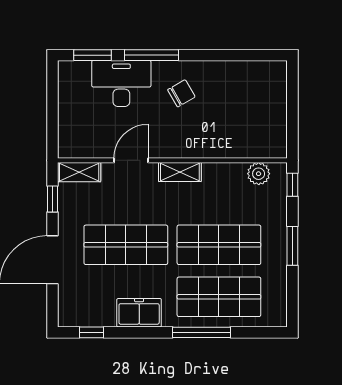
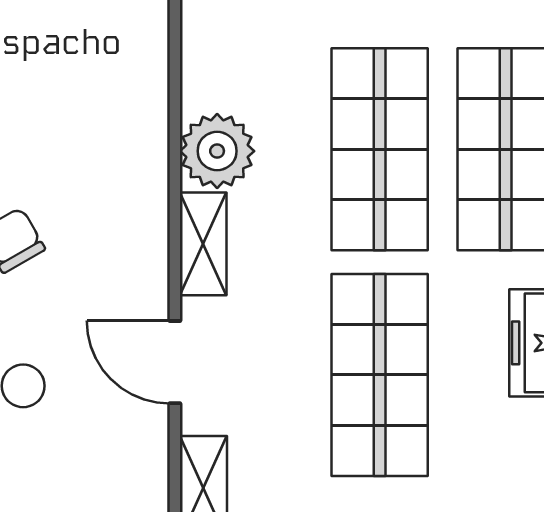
plant: (259, 174) -> (217, 151), moved, width x1.36, depth x1.36

